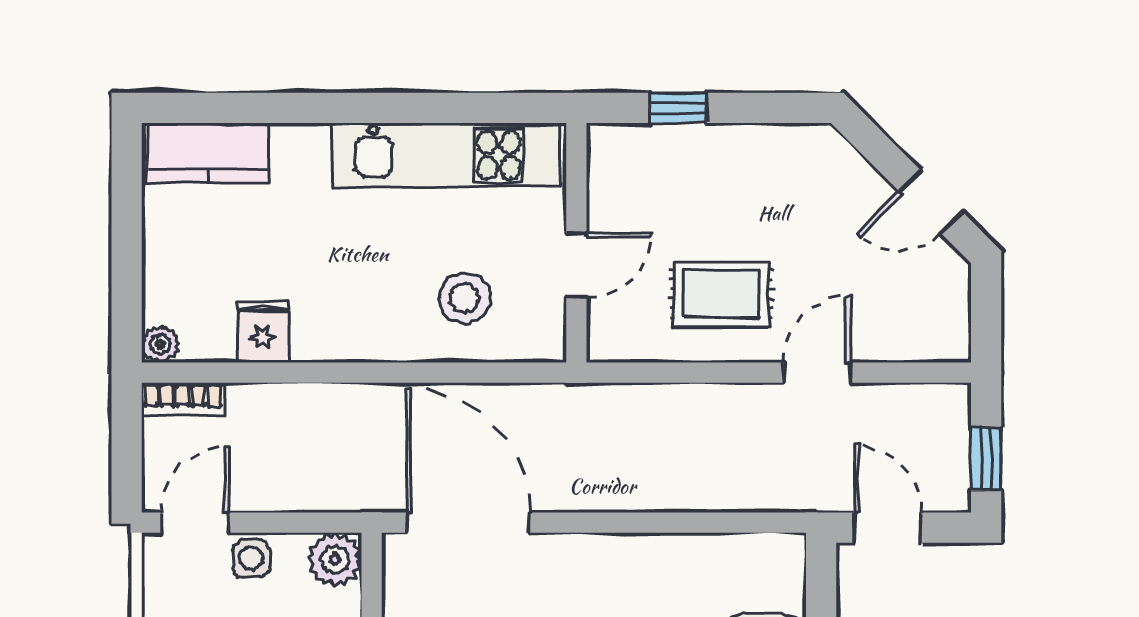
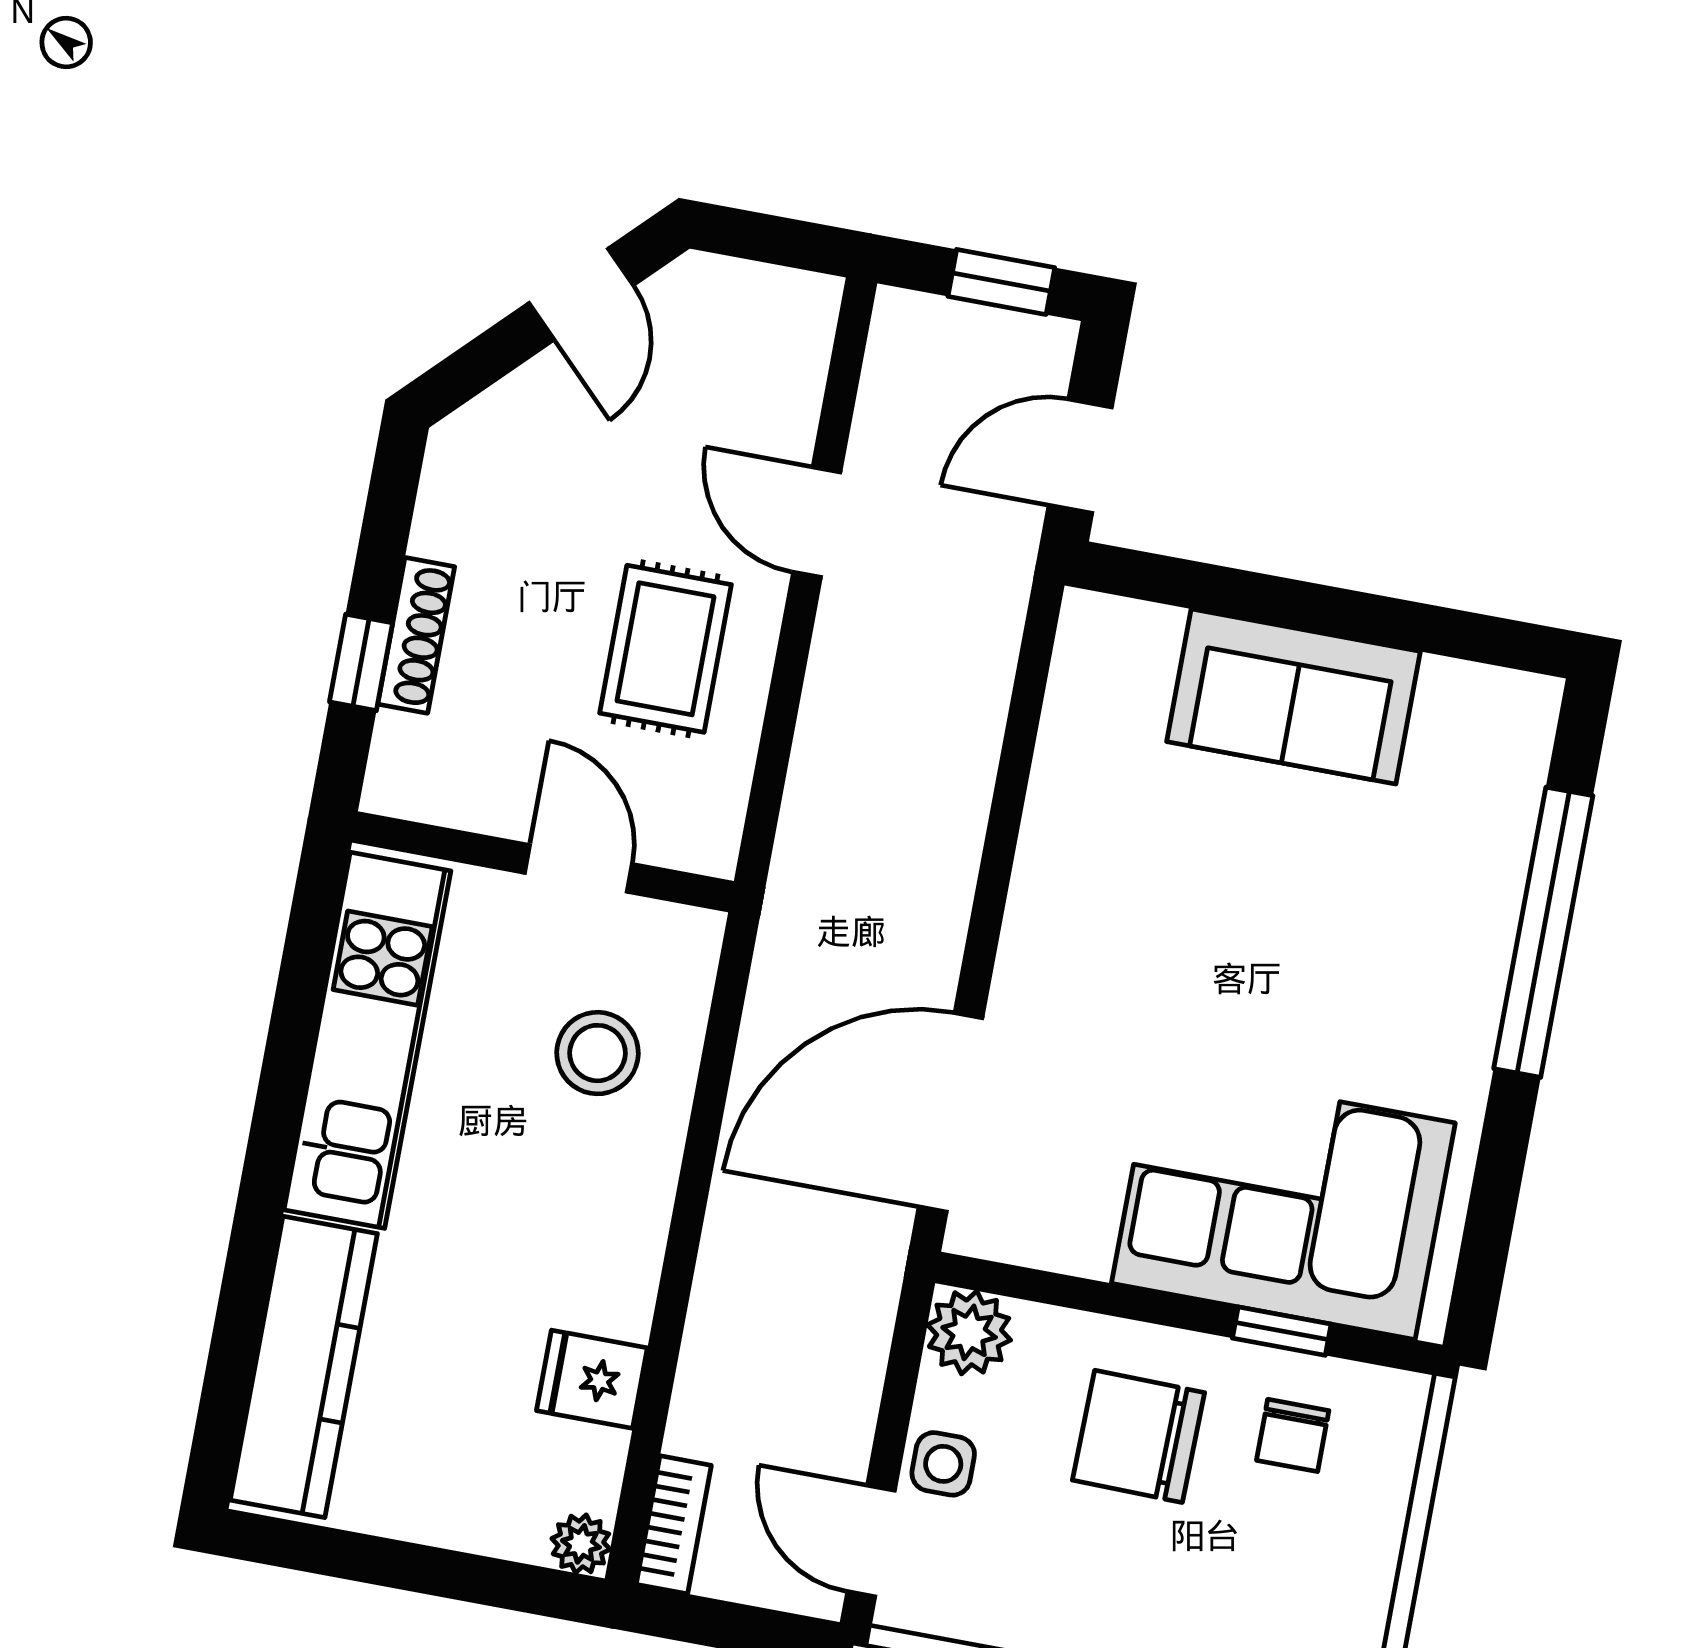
shoe rack: (701, 139) -> (416, 635), added
kitchen counter: (208, 153) -> (304, 1367), width x1.50

